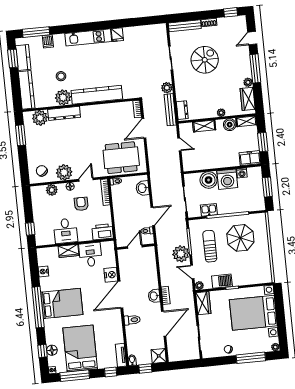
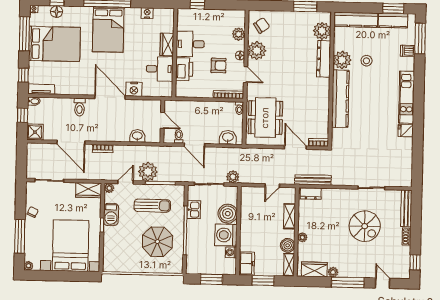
plant: (167, 88) -> (233, 177), moved
printer: (103, 232) -> (184, 69), moved
washbasin: (154, 296) -> (137, 136), moved

